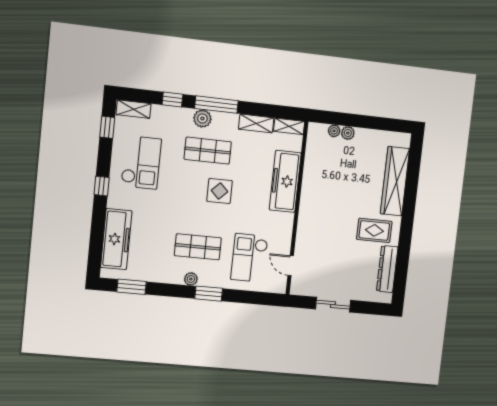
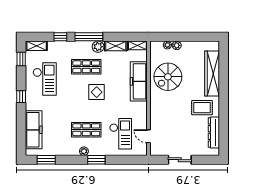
plant: (202, 119) -> (98, 47), moved
spiral stairs: (329, 179) -> (168, 77), added
checkout: (249, 258) -> (121, 134), turned 180

